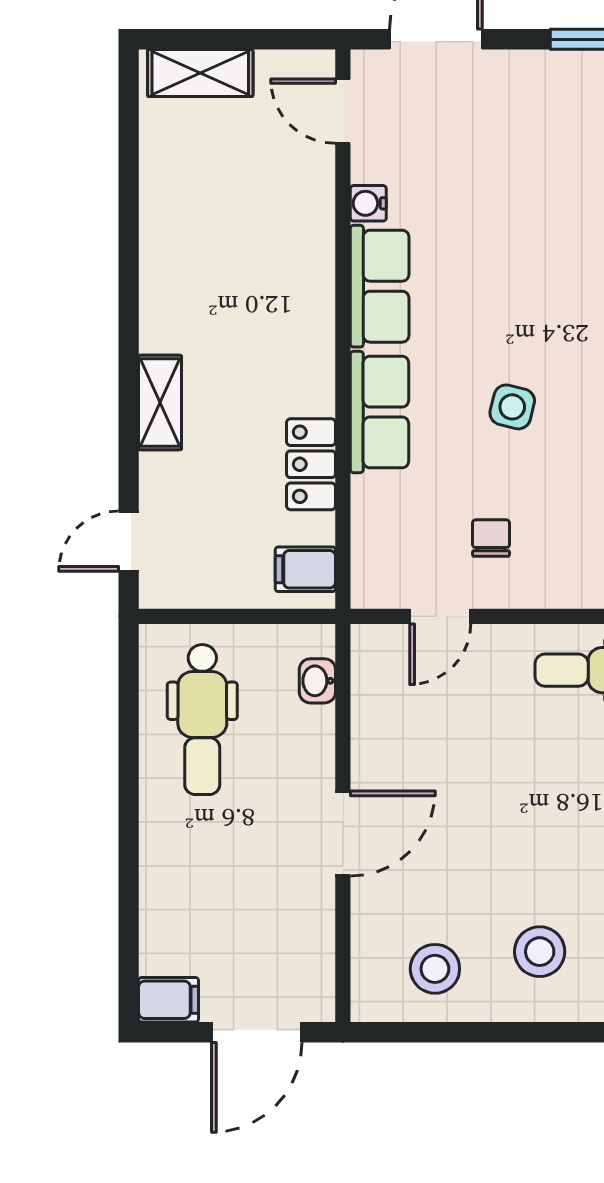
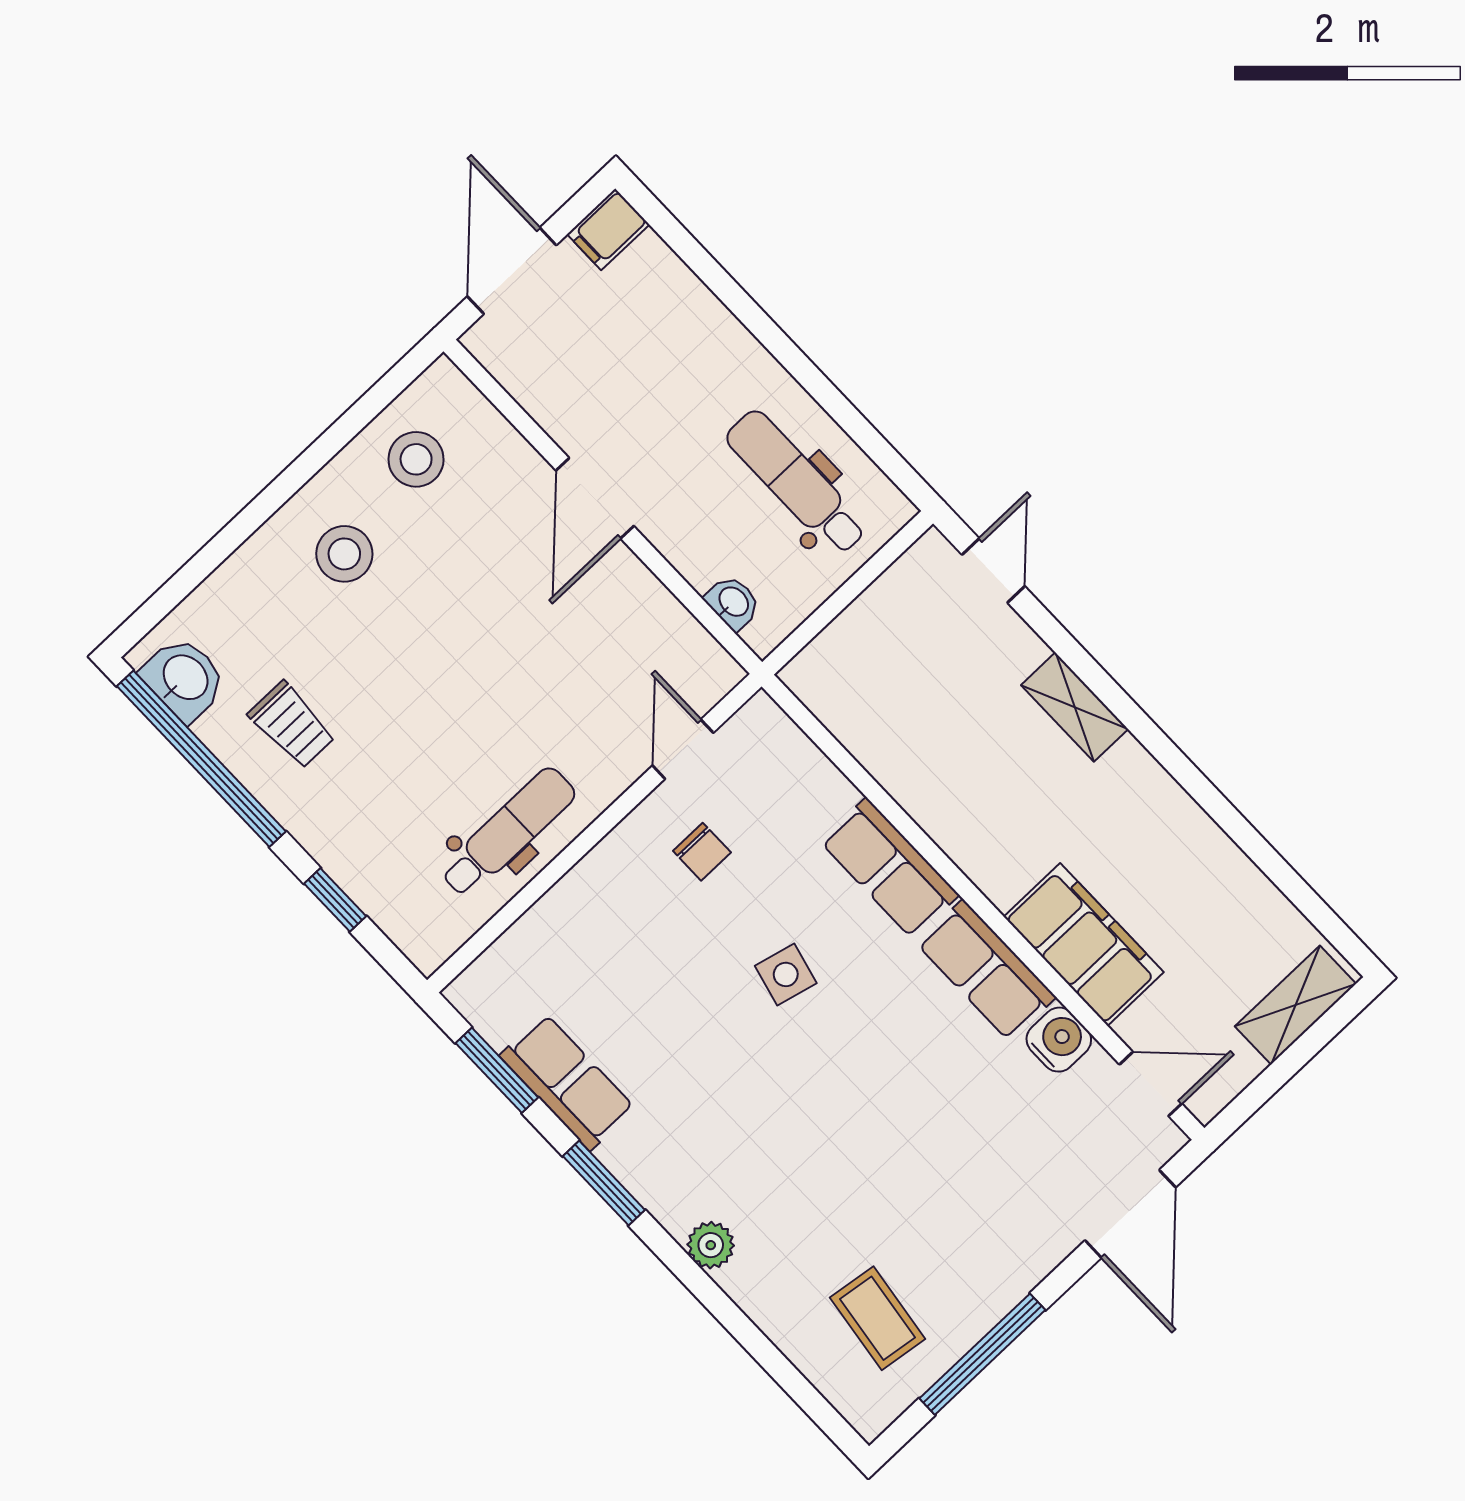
water cooler: (368, 203) -> (1059, 1040), width x1.38, depth x1.38
locker: (311, 464) -> (905, 773), removed
filing cabinet: (305, 569) -> (1084, 944), moved, width x3.00, depth x1.17

